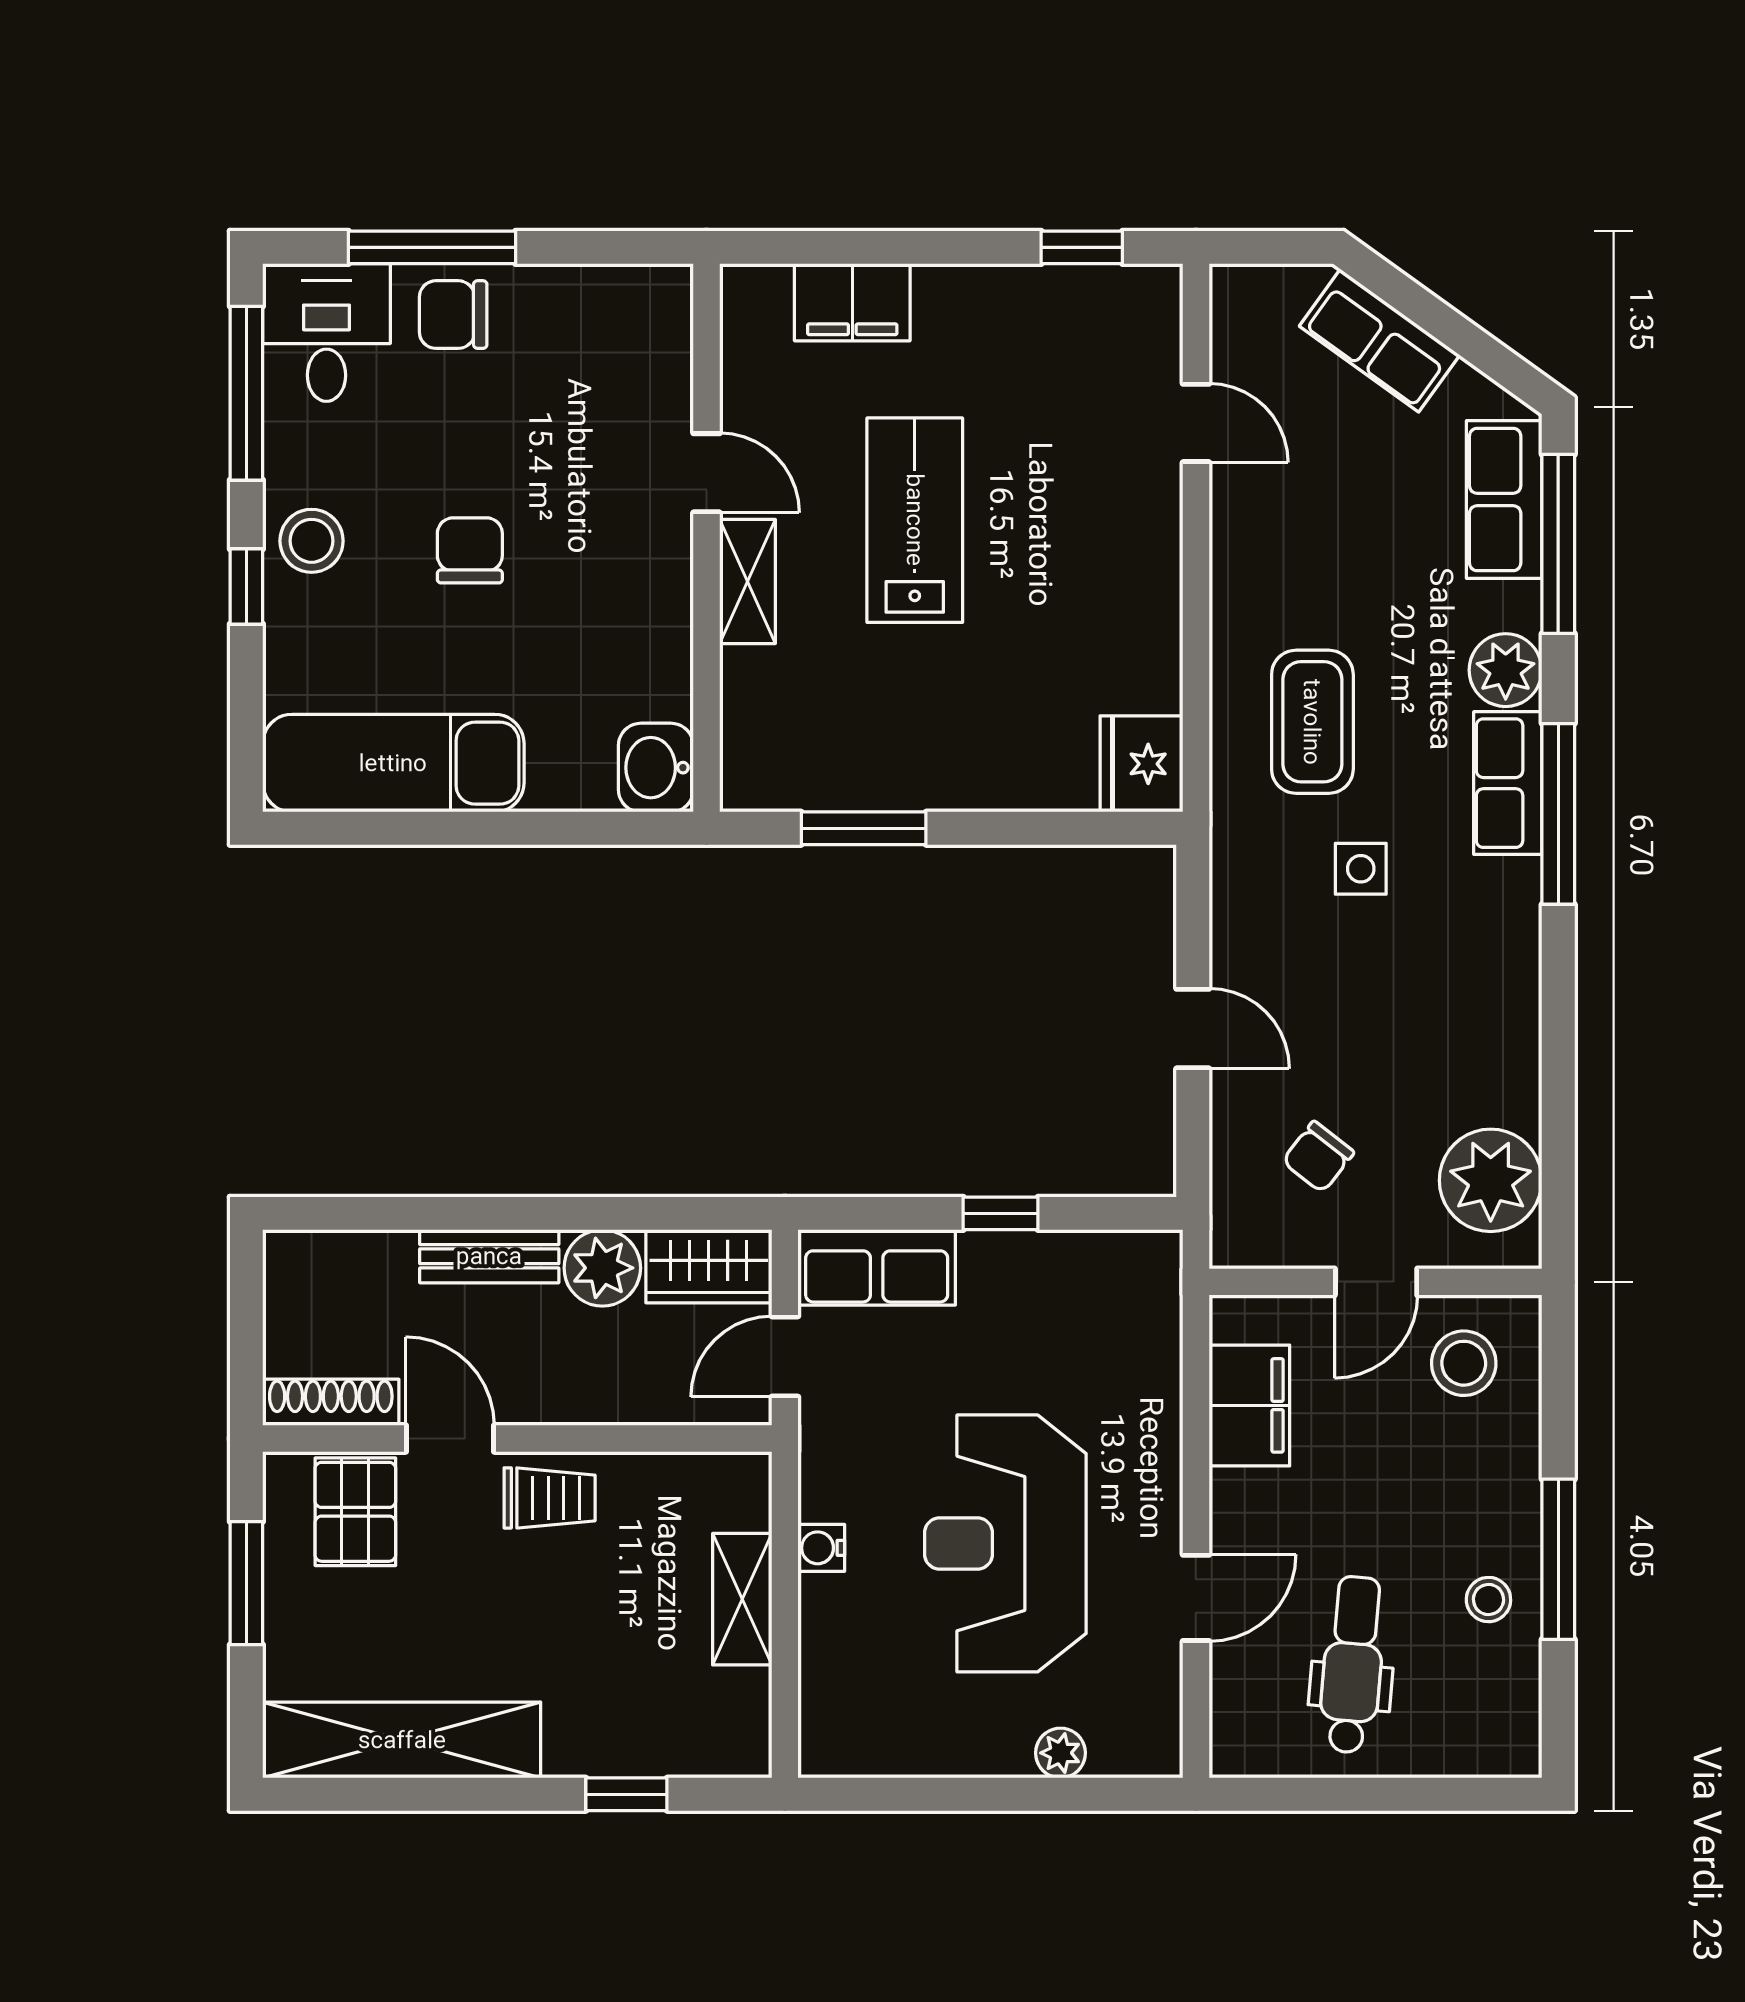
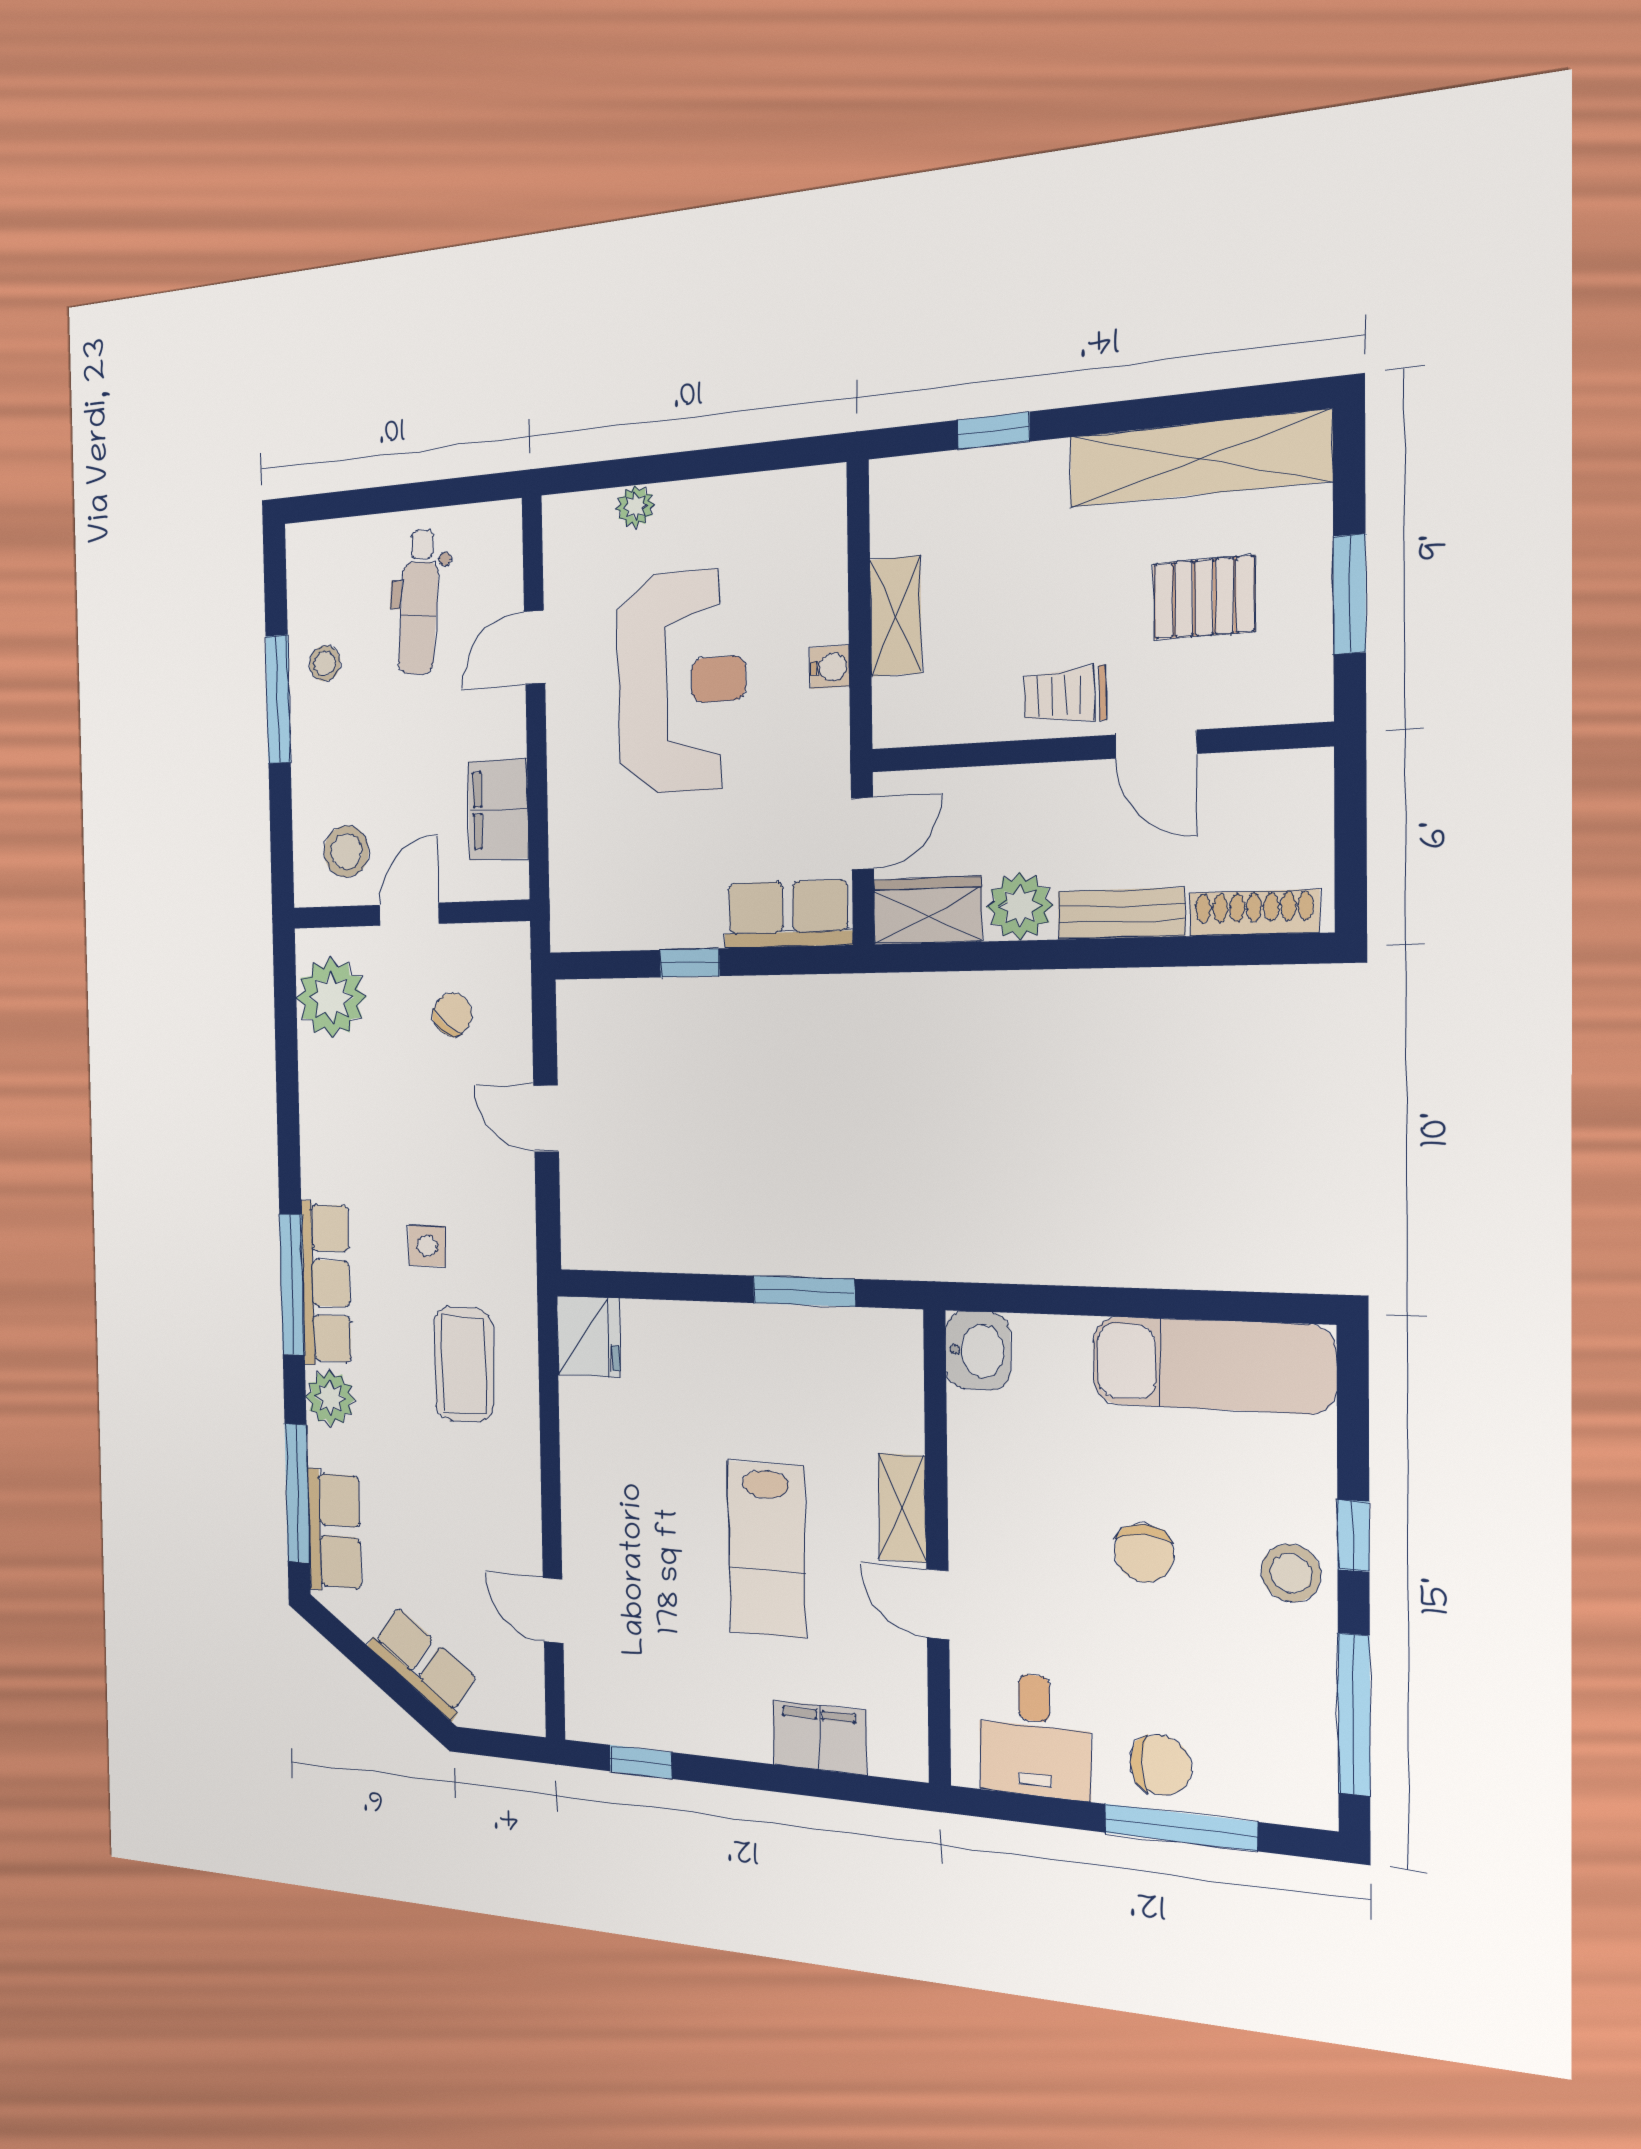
desk: (326, 333) -> (1035, 1735), moved
row of seats: (1508, 783) -> (326, 1283), width x1.48
shoe rack: (331, 1402) -> (1254, 913), moved, turned 180
pallet: (355, 1512) -> (1204, 598), moved, turned 90

